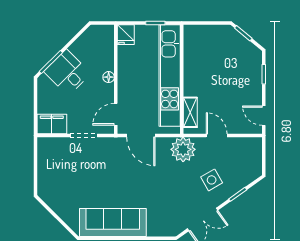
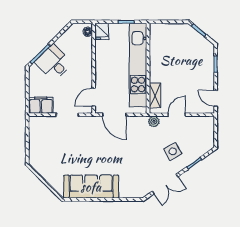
floor lamp: (109, 77) -> (88, 32), moved
door: (217, 135) -> (177, 115), hinge flipped
plant: (183, 149) -> (154, 121), width x0.53, depth x0.53

